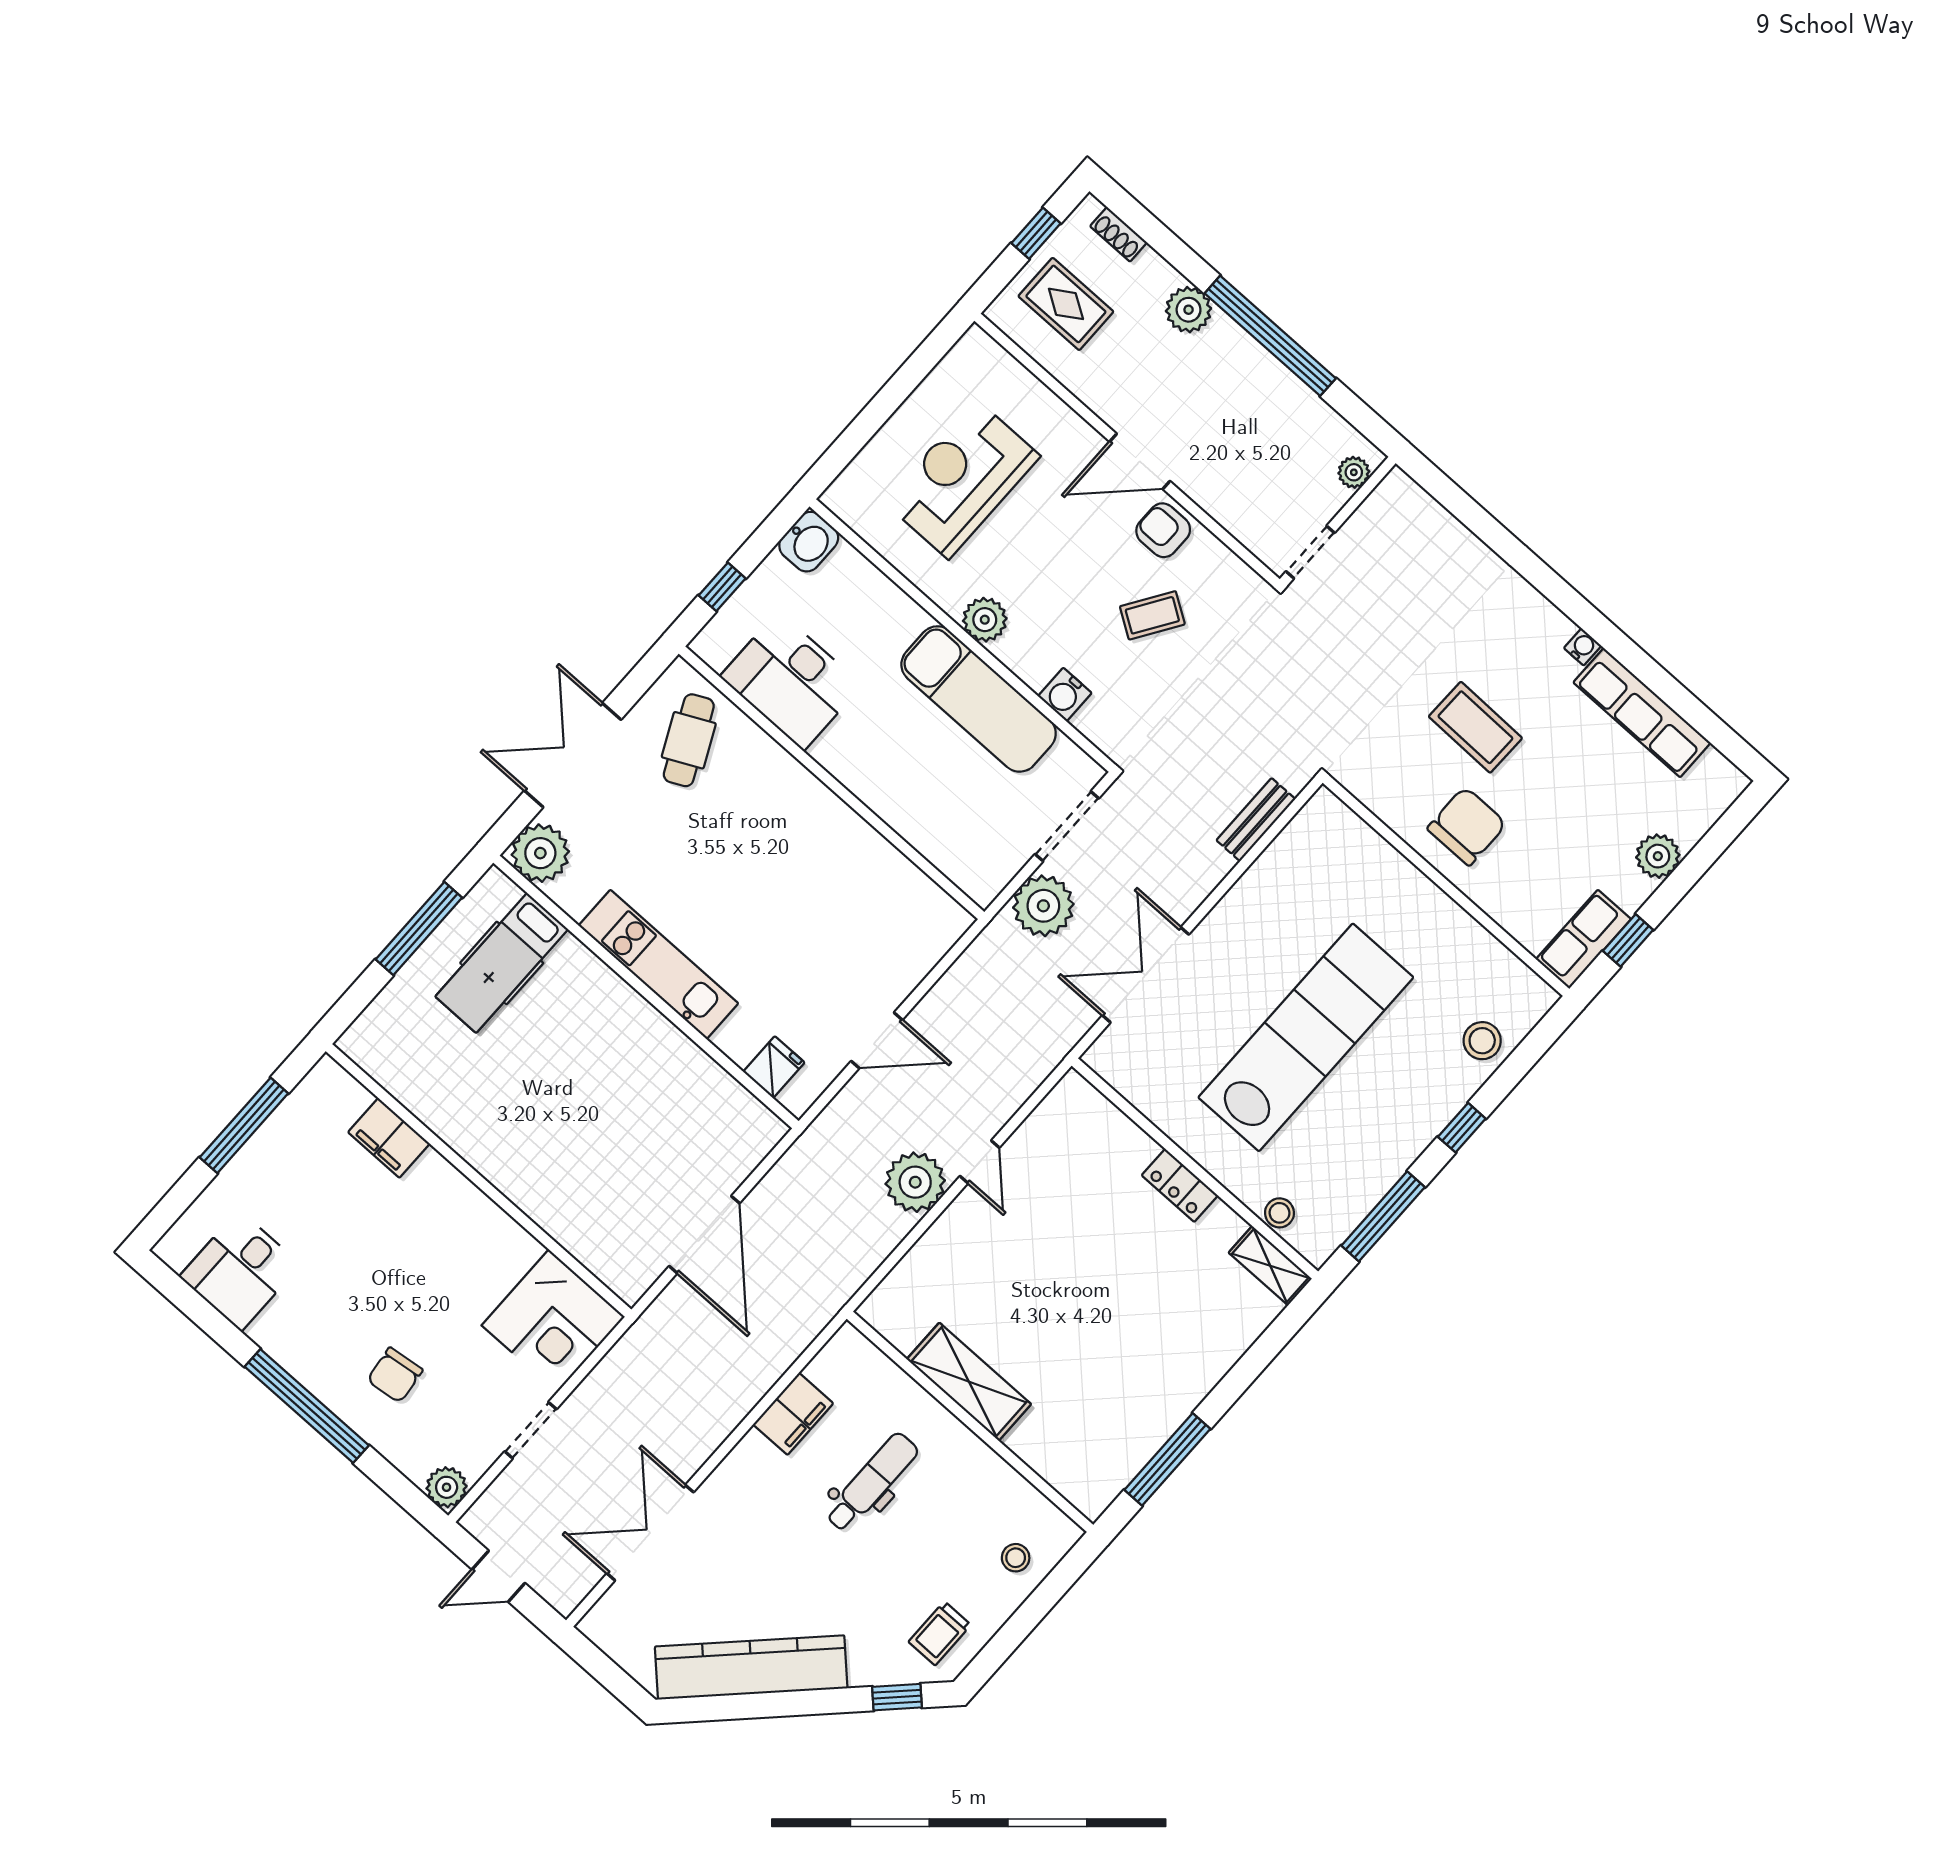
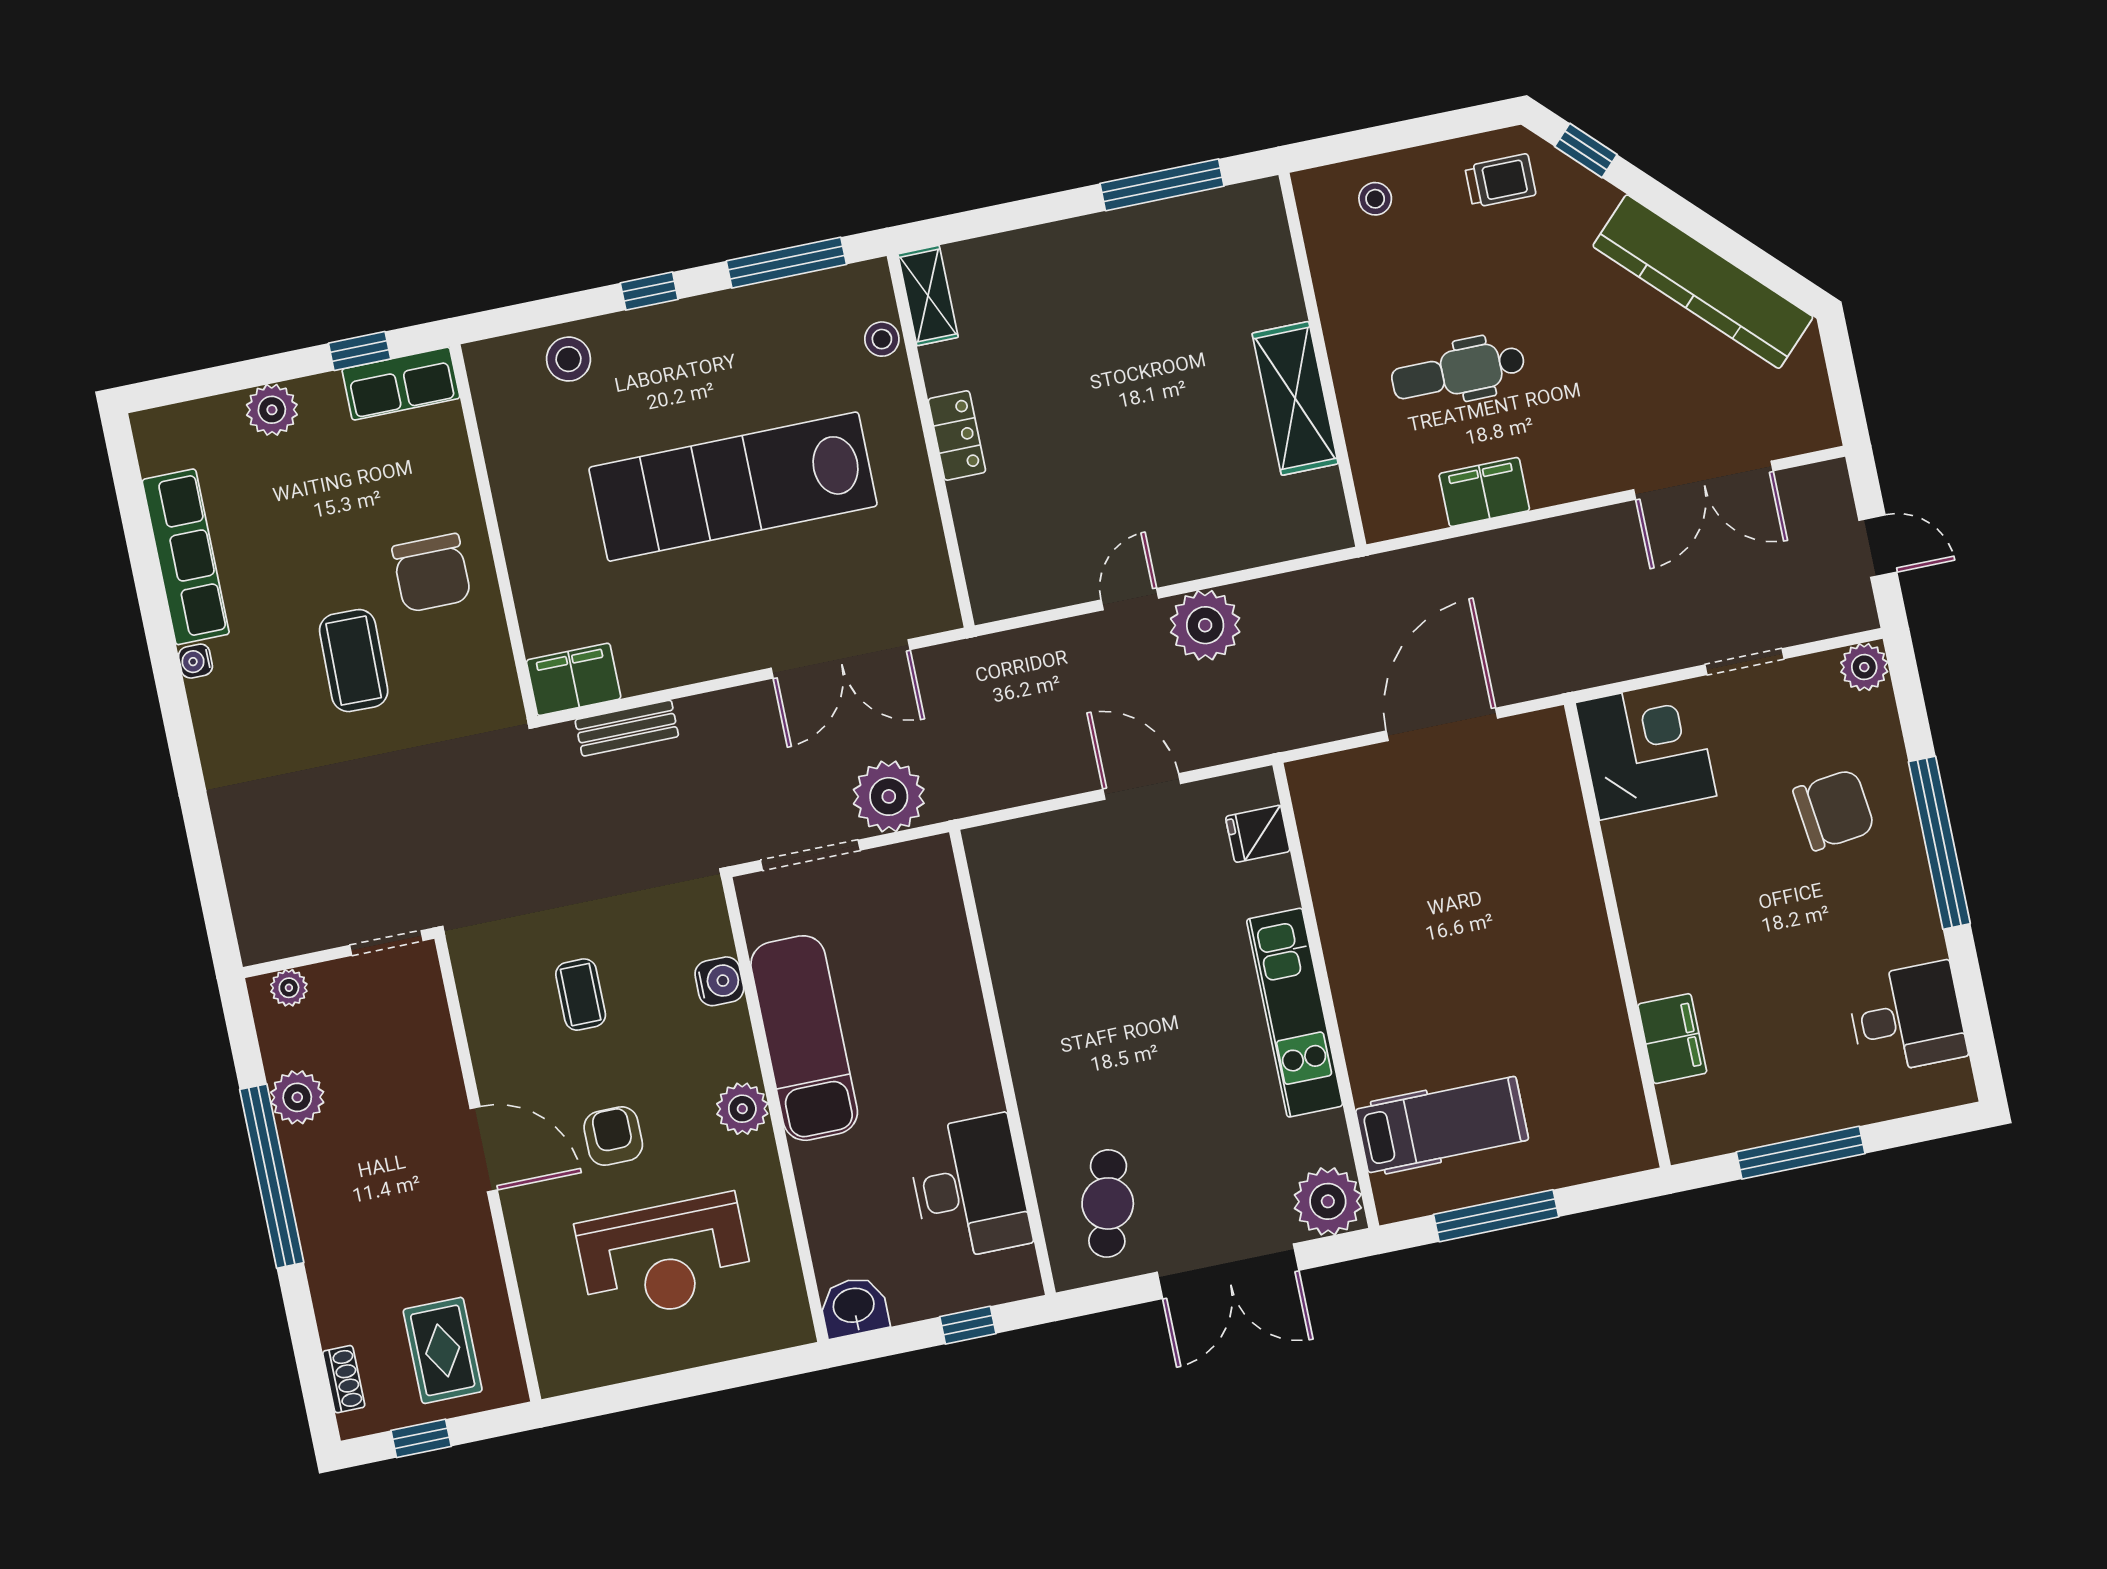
plant: (1189, 310) -> (297, 1097), moved
armchair: (1163, 530) -> (613, 1136), moved, turned 180
coffee table: (1152, 615) -> (581, 995), turned 57
cafe table: (689, 740) -> (1108, 1203), turned -51
filing cabinet: (1317, 826) -> (574, 679), added
chair: (1467, 826) -> (432, 573), turned -90
chair: (395, 1375) -> (1834, 810), width x1.37, depth x1.37

